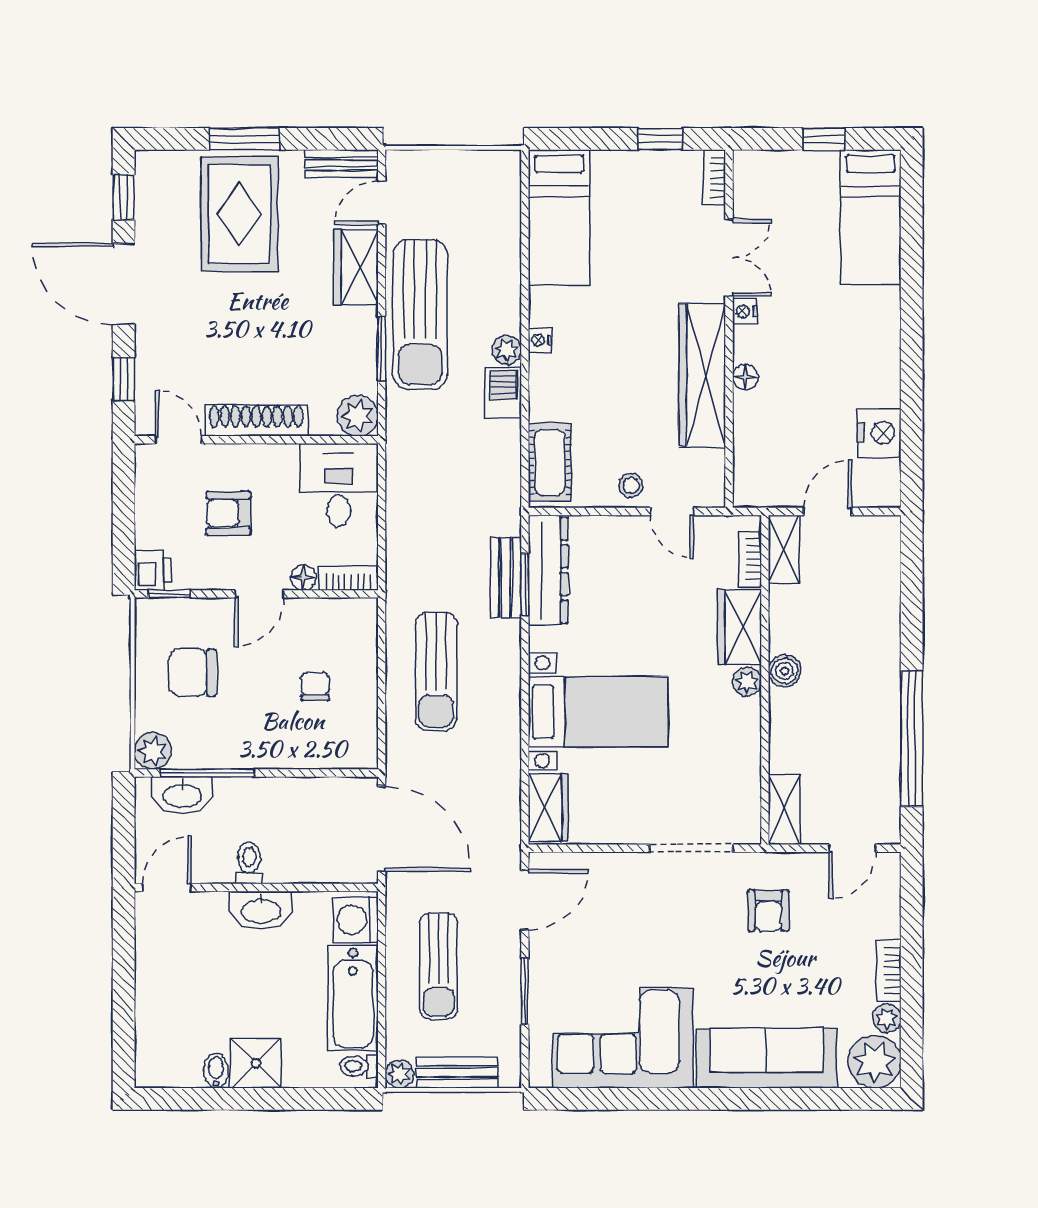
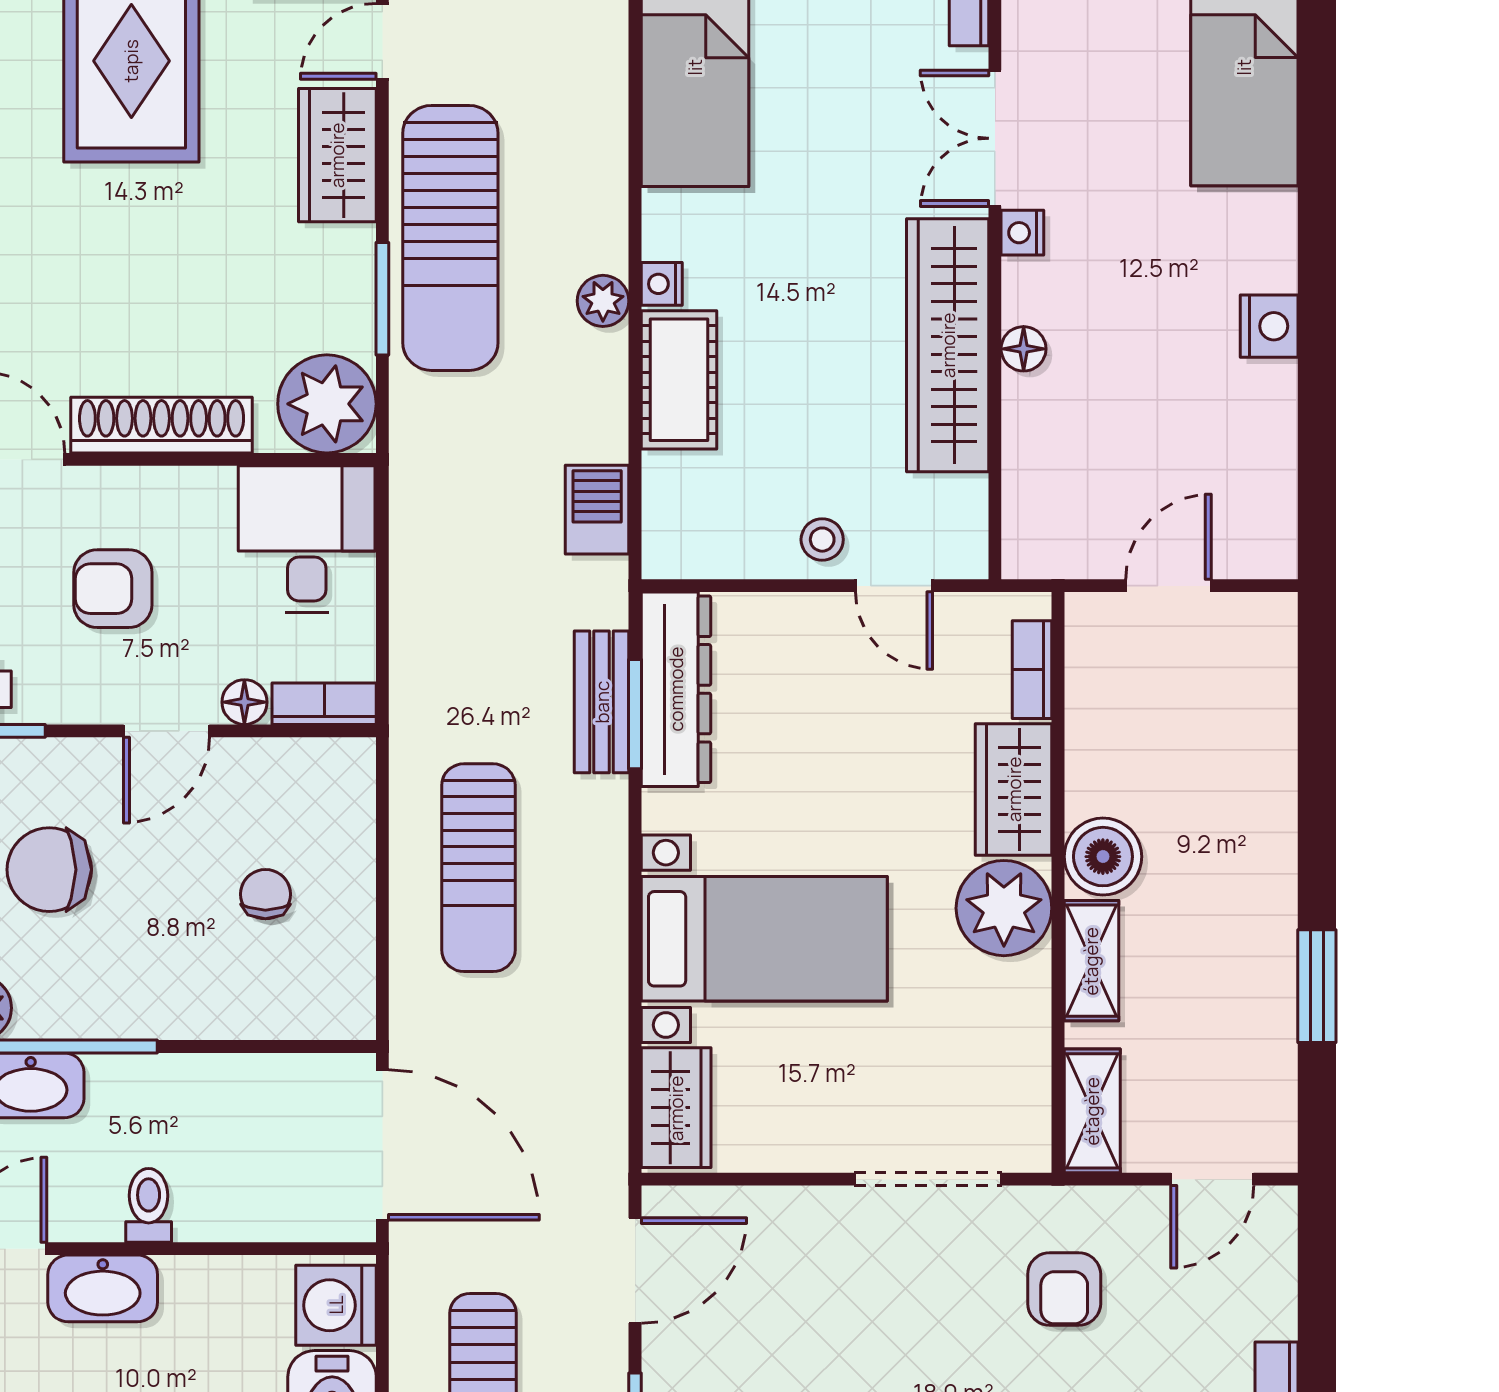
double door: (729, 258) -> (995, 138), swing flipped
barbecue: (503, 393) -> (597, 510), moved
plant: (358, 416) -> (327, 404), width x1.36, depth x1.36
nightstand: (879, 433) -> (1269, 326), moved, width x0.74, depth x0.75
cot: (550, 462) -> (679, 380), moved
shelving: (784, 549) -> (1091, 961), moved
boiler: (785, 671) -> (1103, 857), width x1.36, depth x1.36
plant: (747, 682) -> (1004, 908), width x1.87, depth x1.87
window: (912, 739) -> (1317, 986), width x0.47
washbasin: (261, 910) -> (103, 1288), moved

